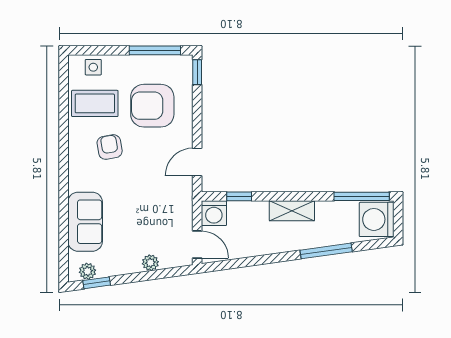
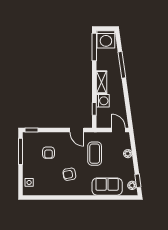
coffee table: (95, 103) -> (95, 154), moved
armchair: (152, 106) -> (48, 153), width x0.53, depth x0.53
washing machine: (214, 213) -> (103, 101), moved
door: (197, 244) -> (119, 130), hinge flipped

